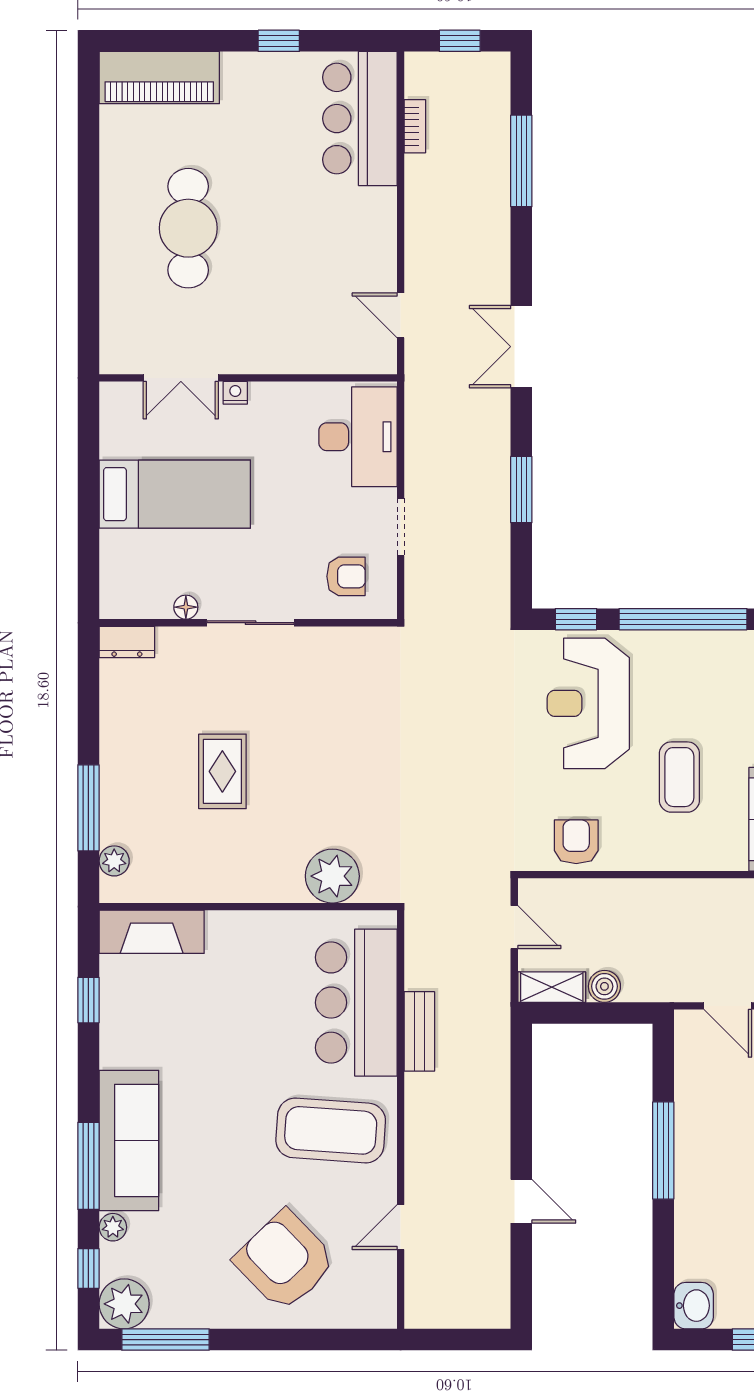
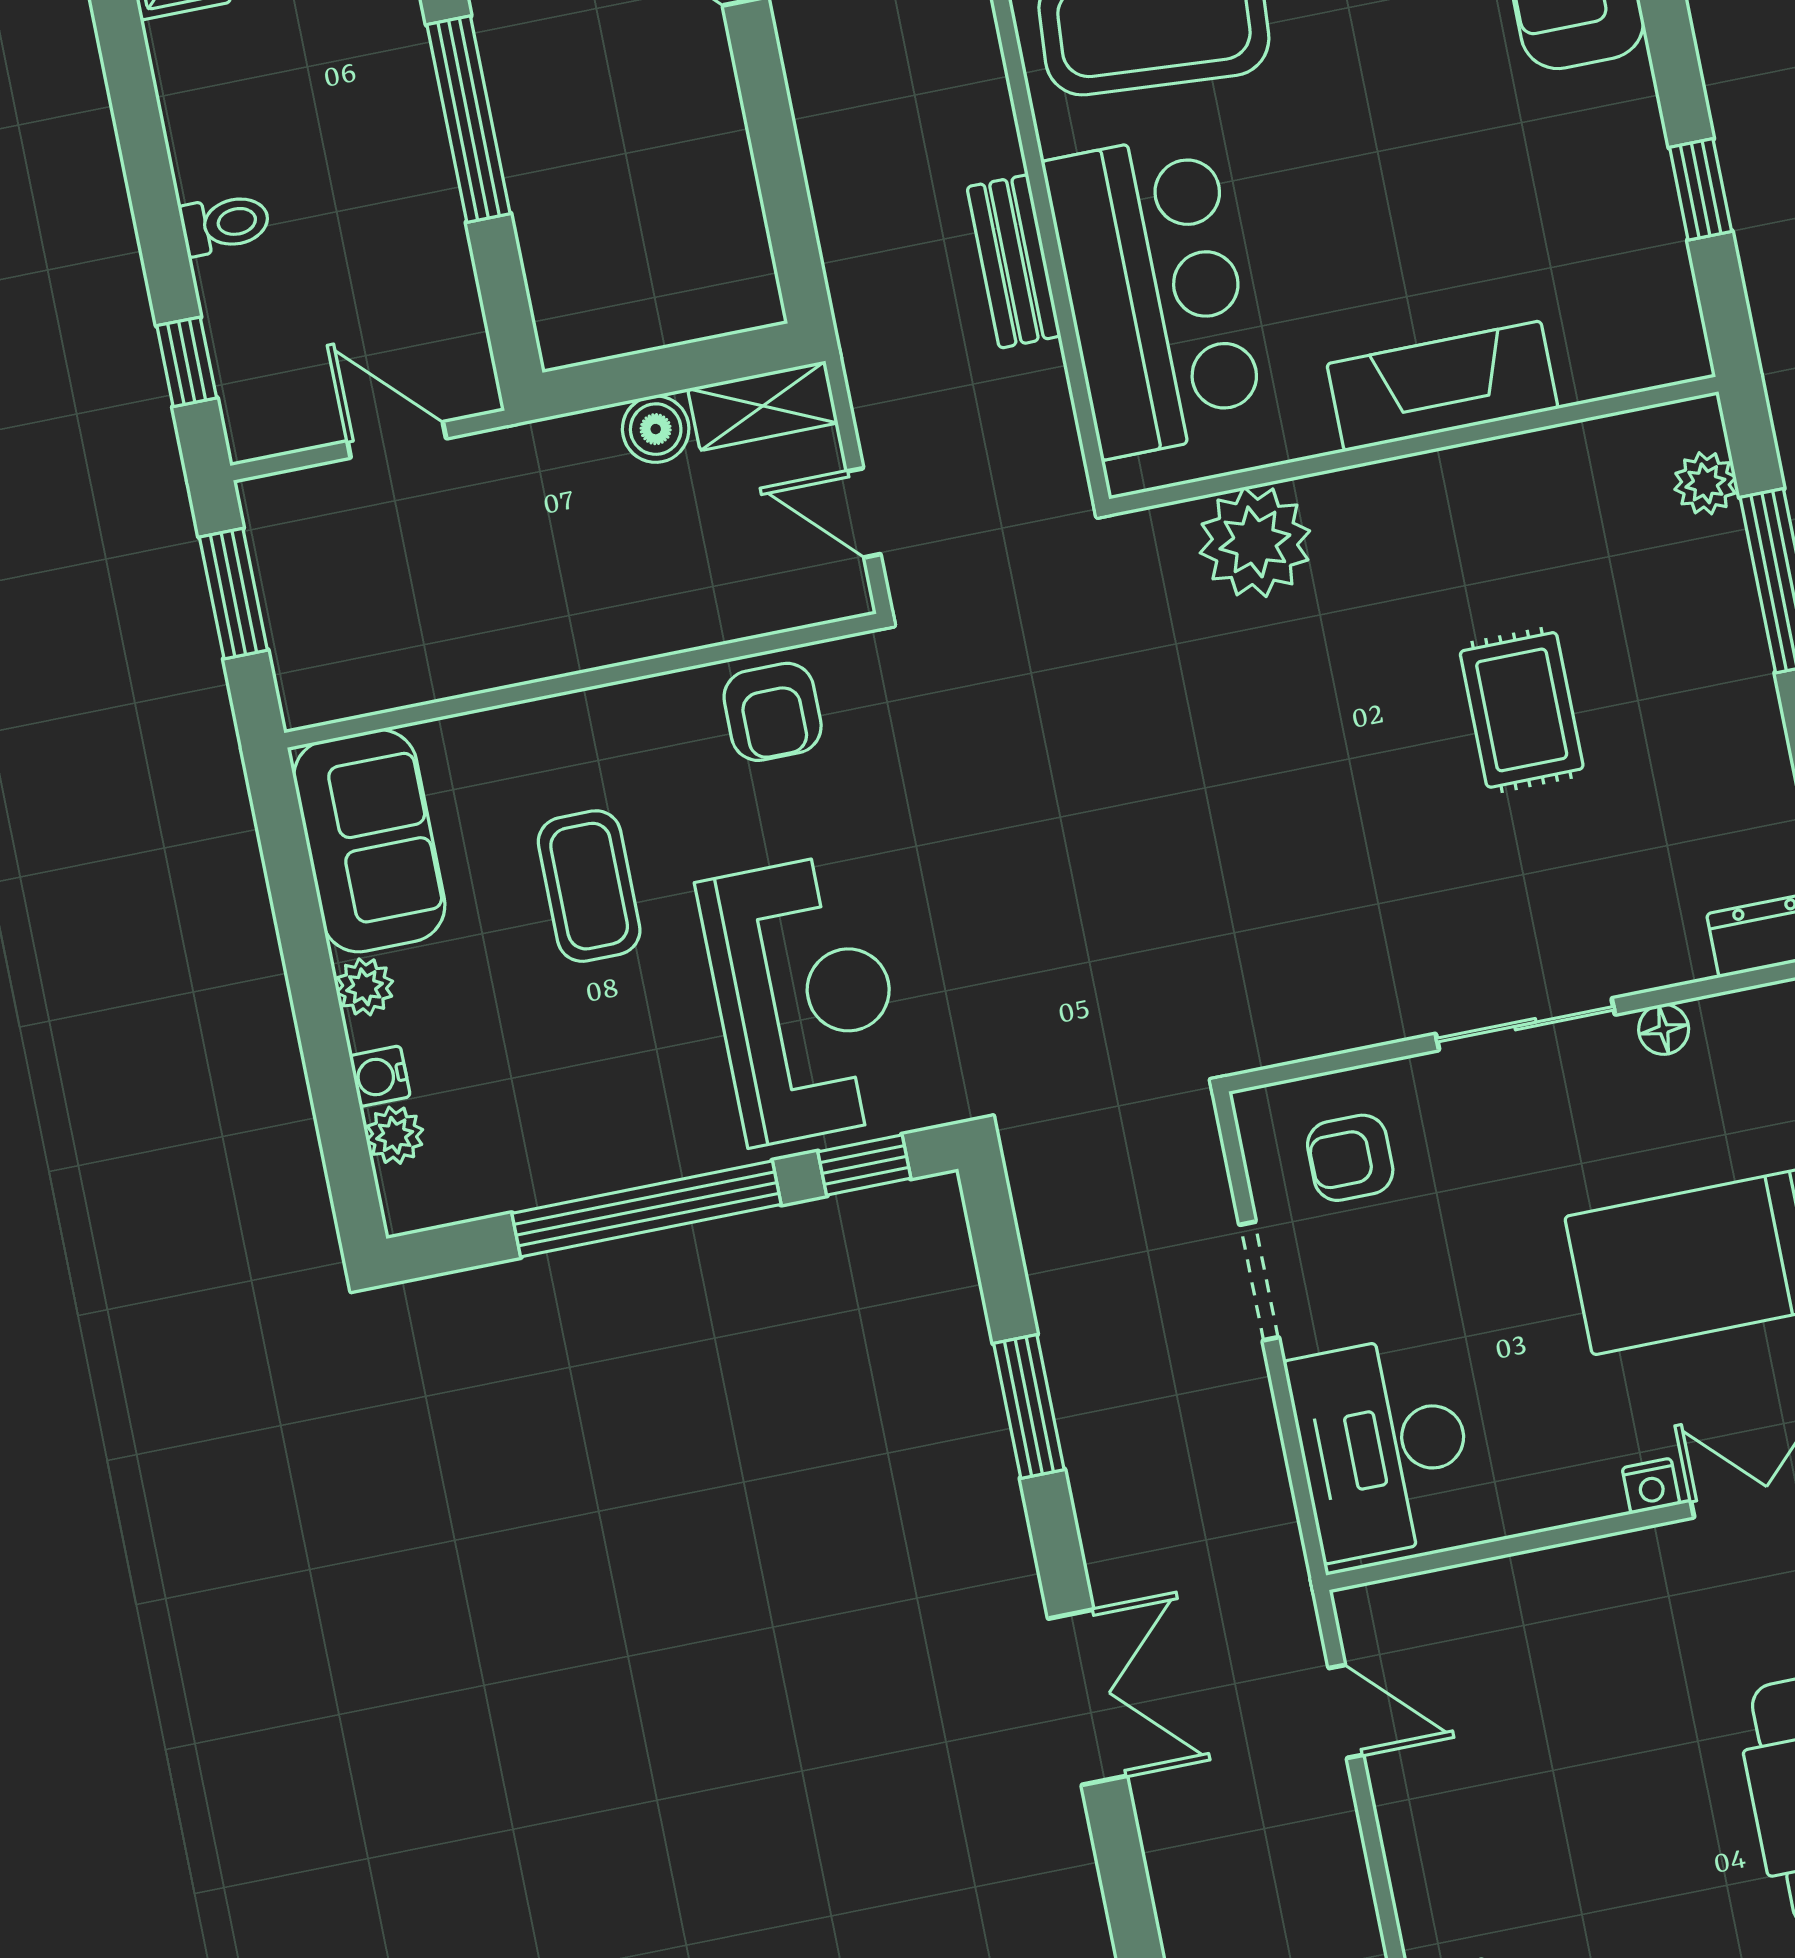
fireplace: (152, 932) -> (1442, 386), moved

